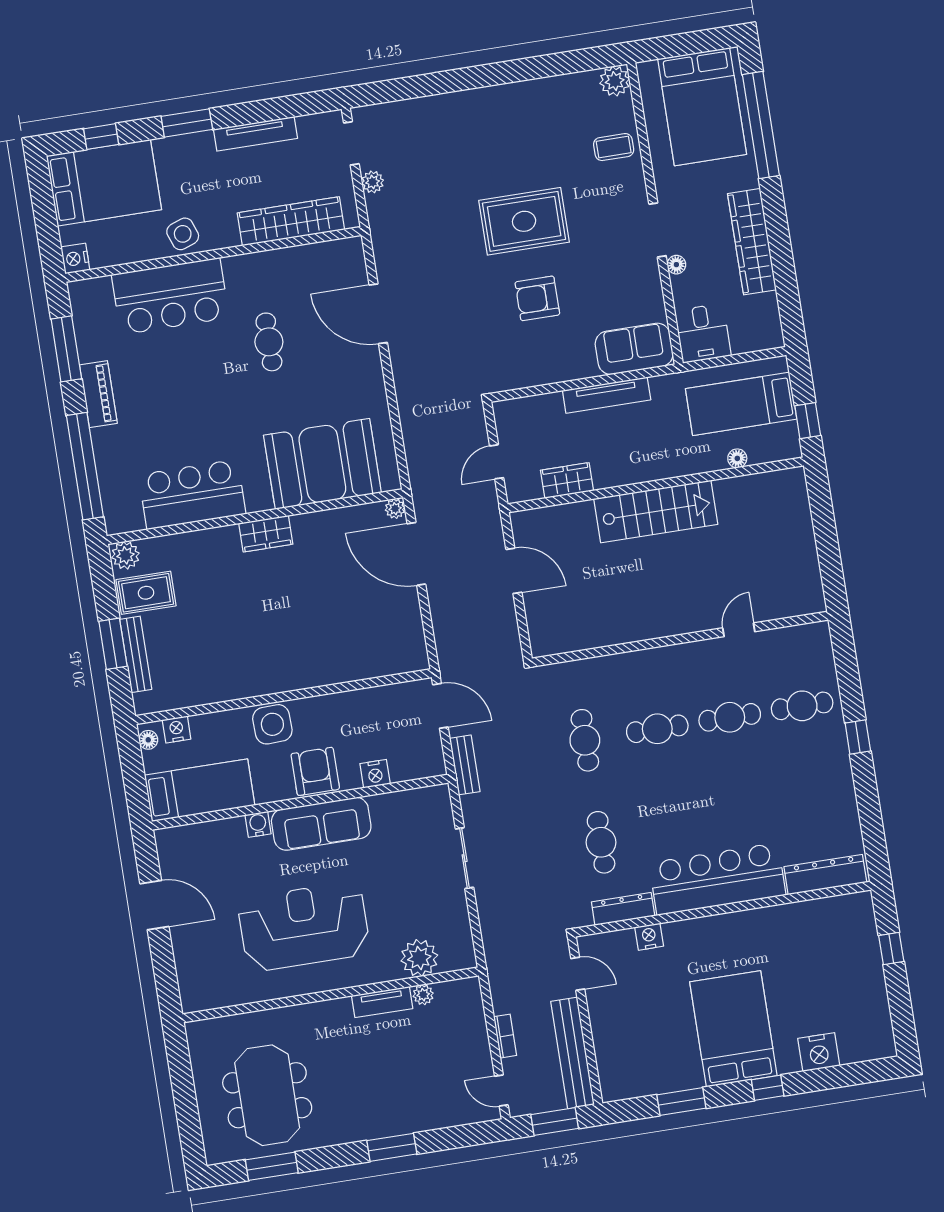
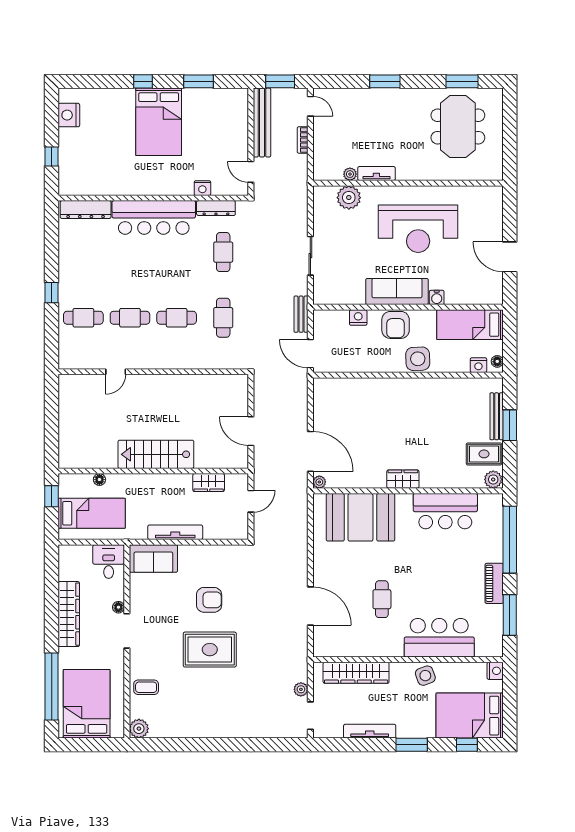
nightstand: (819, 1052) -> (69, 115), moved, turned -90

